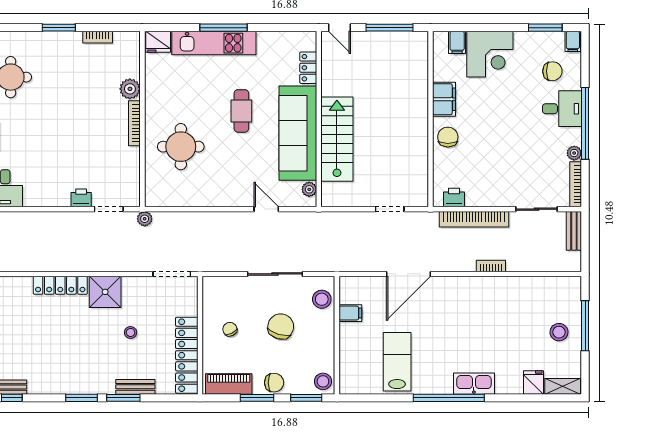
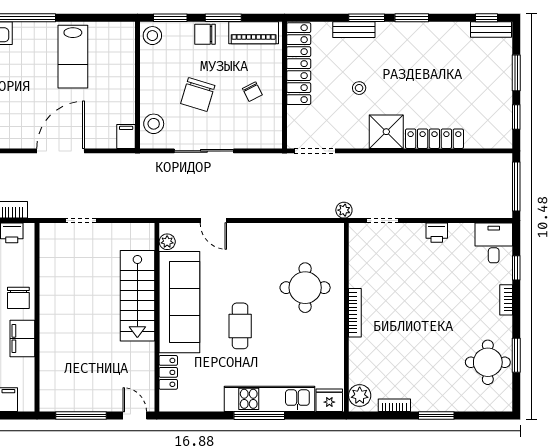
plant: (130, 89) -> (360, 395), moved
printer: (81, 198) -> (437, 233), moved
filing cabinet: (350, 313) -> (126, 136), moved, turned 90

